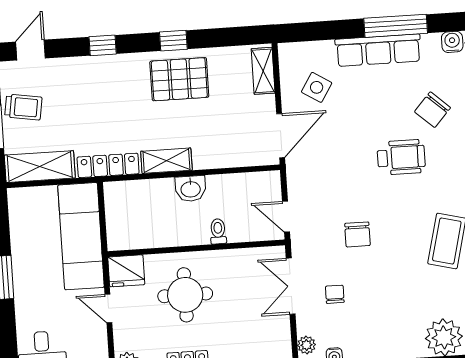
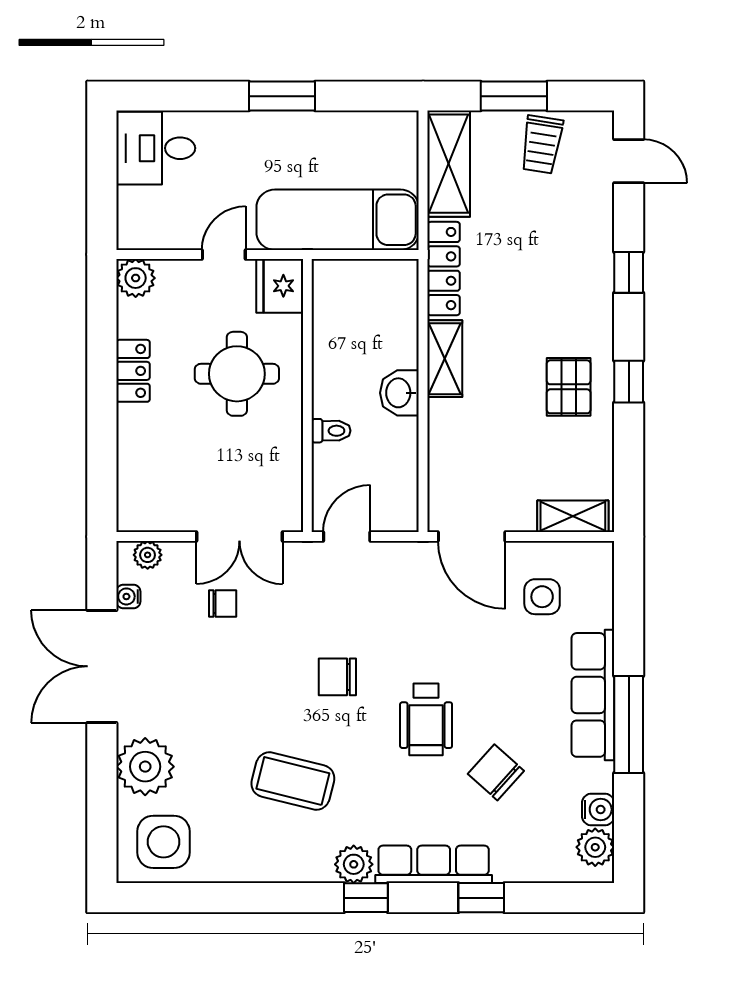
pallet: (179, 79) -> (569, 387), width x0.67, depth x0.71
side table: (317, 87) -> (542, 597), turned -32
chair: (357, 234) -> (337, 677), moved
double door: (291, 286) -> (239, 537), swing flipped

